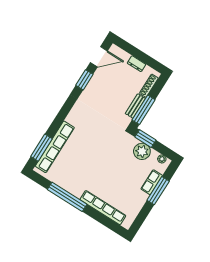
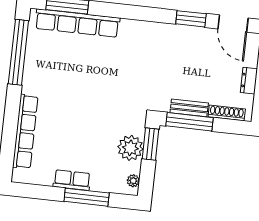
row of seats: (152, 182) -> (72, 180), moved
window: (67, 197) -> (18, 52), moved

